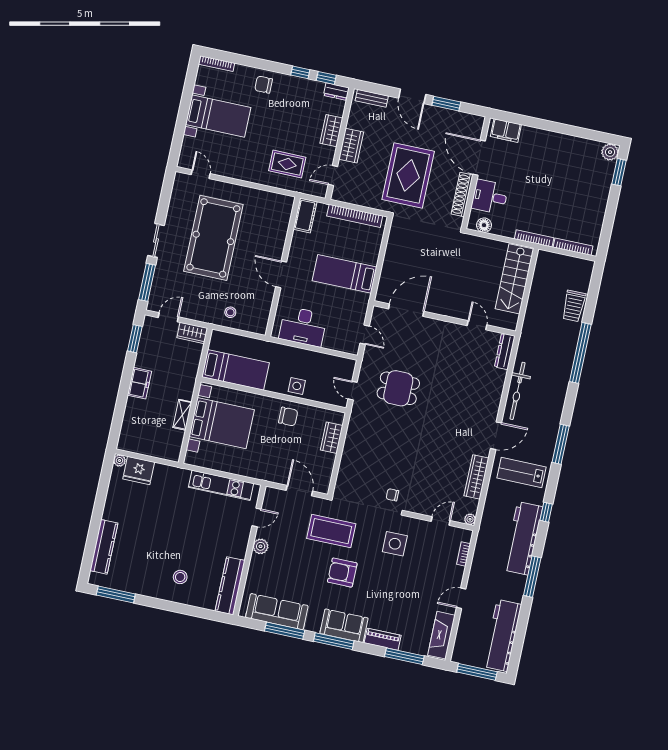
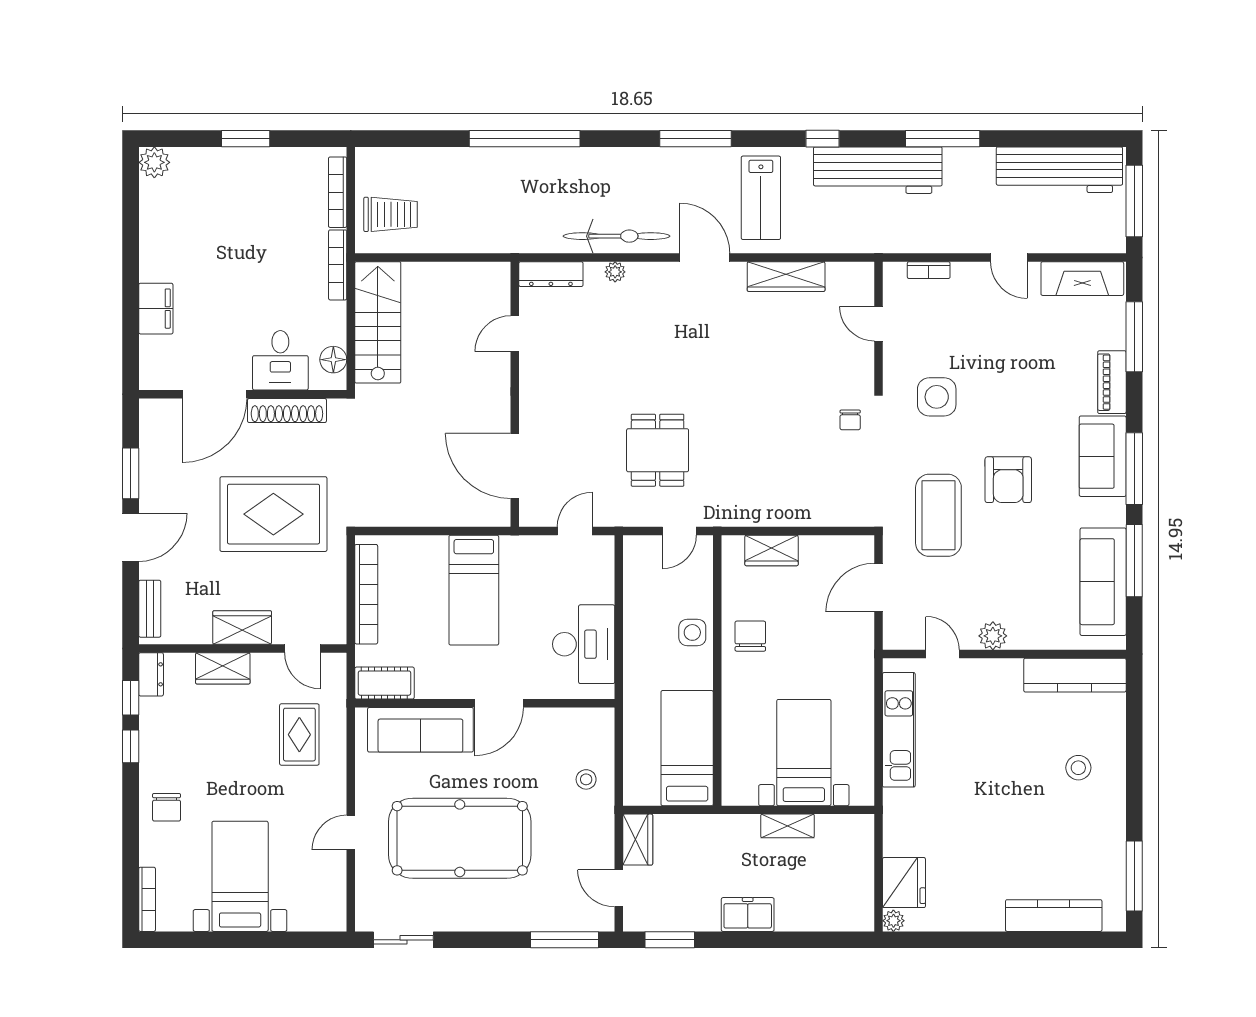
filing cabinet: (506, 131) -> (156, 309), moved
window: (619, 172) -> (246, 139), moved
door: (201, 174) -> (351, 833), moved
sofa: (276, 229) -> (420, 730), added
sliding door: (156, 240) -> (403, 940), moved
stairs: (514, 279) -> (378, 322), moved, turned -90
trolley: (574, 306) -> (391, 214), moved
bed with nightstands: (222, 423) -> (804, 753), width x0.73
plant: (470, 519) -> (615, 272), moved

